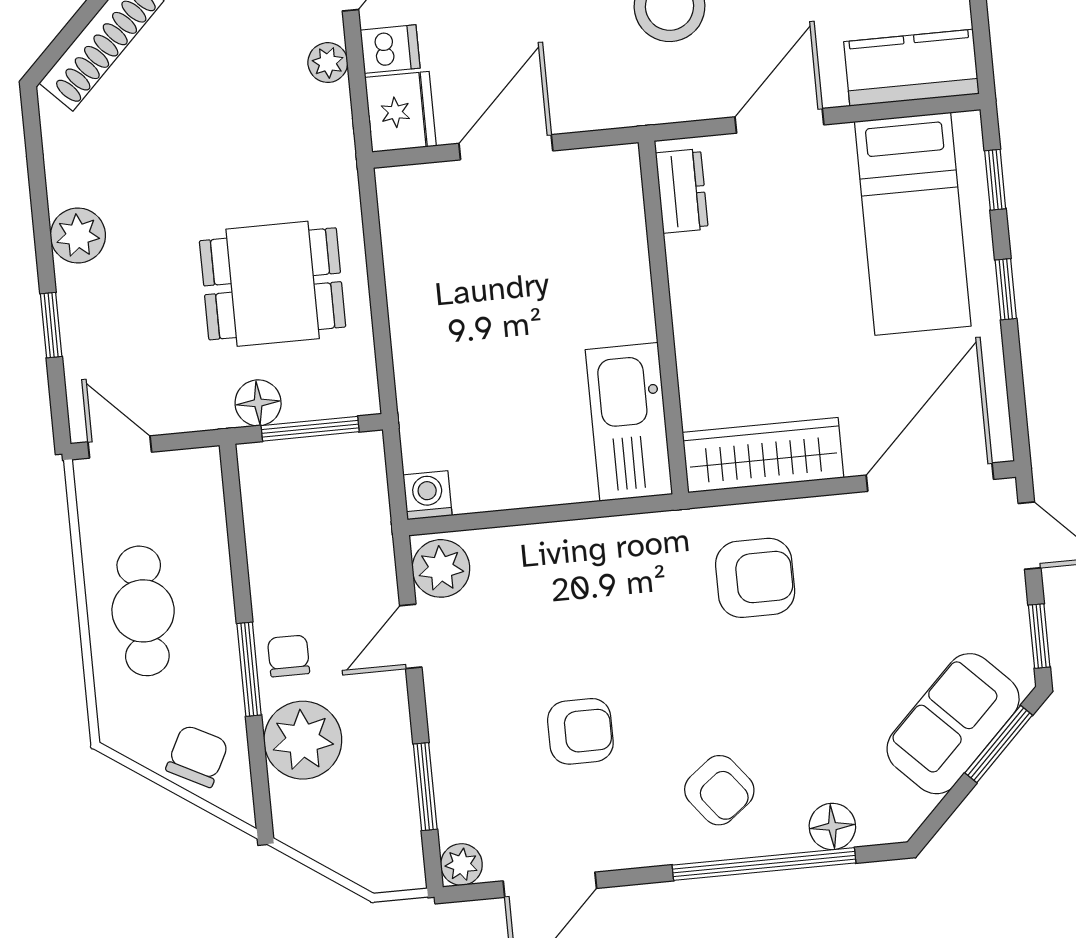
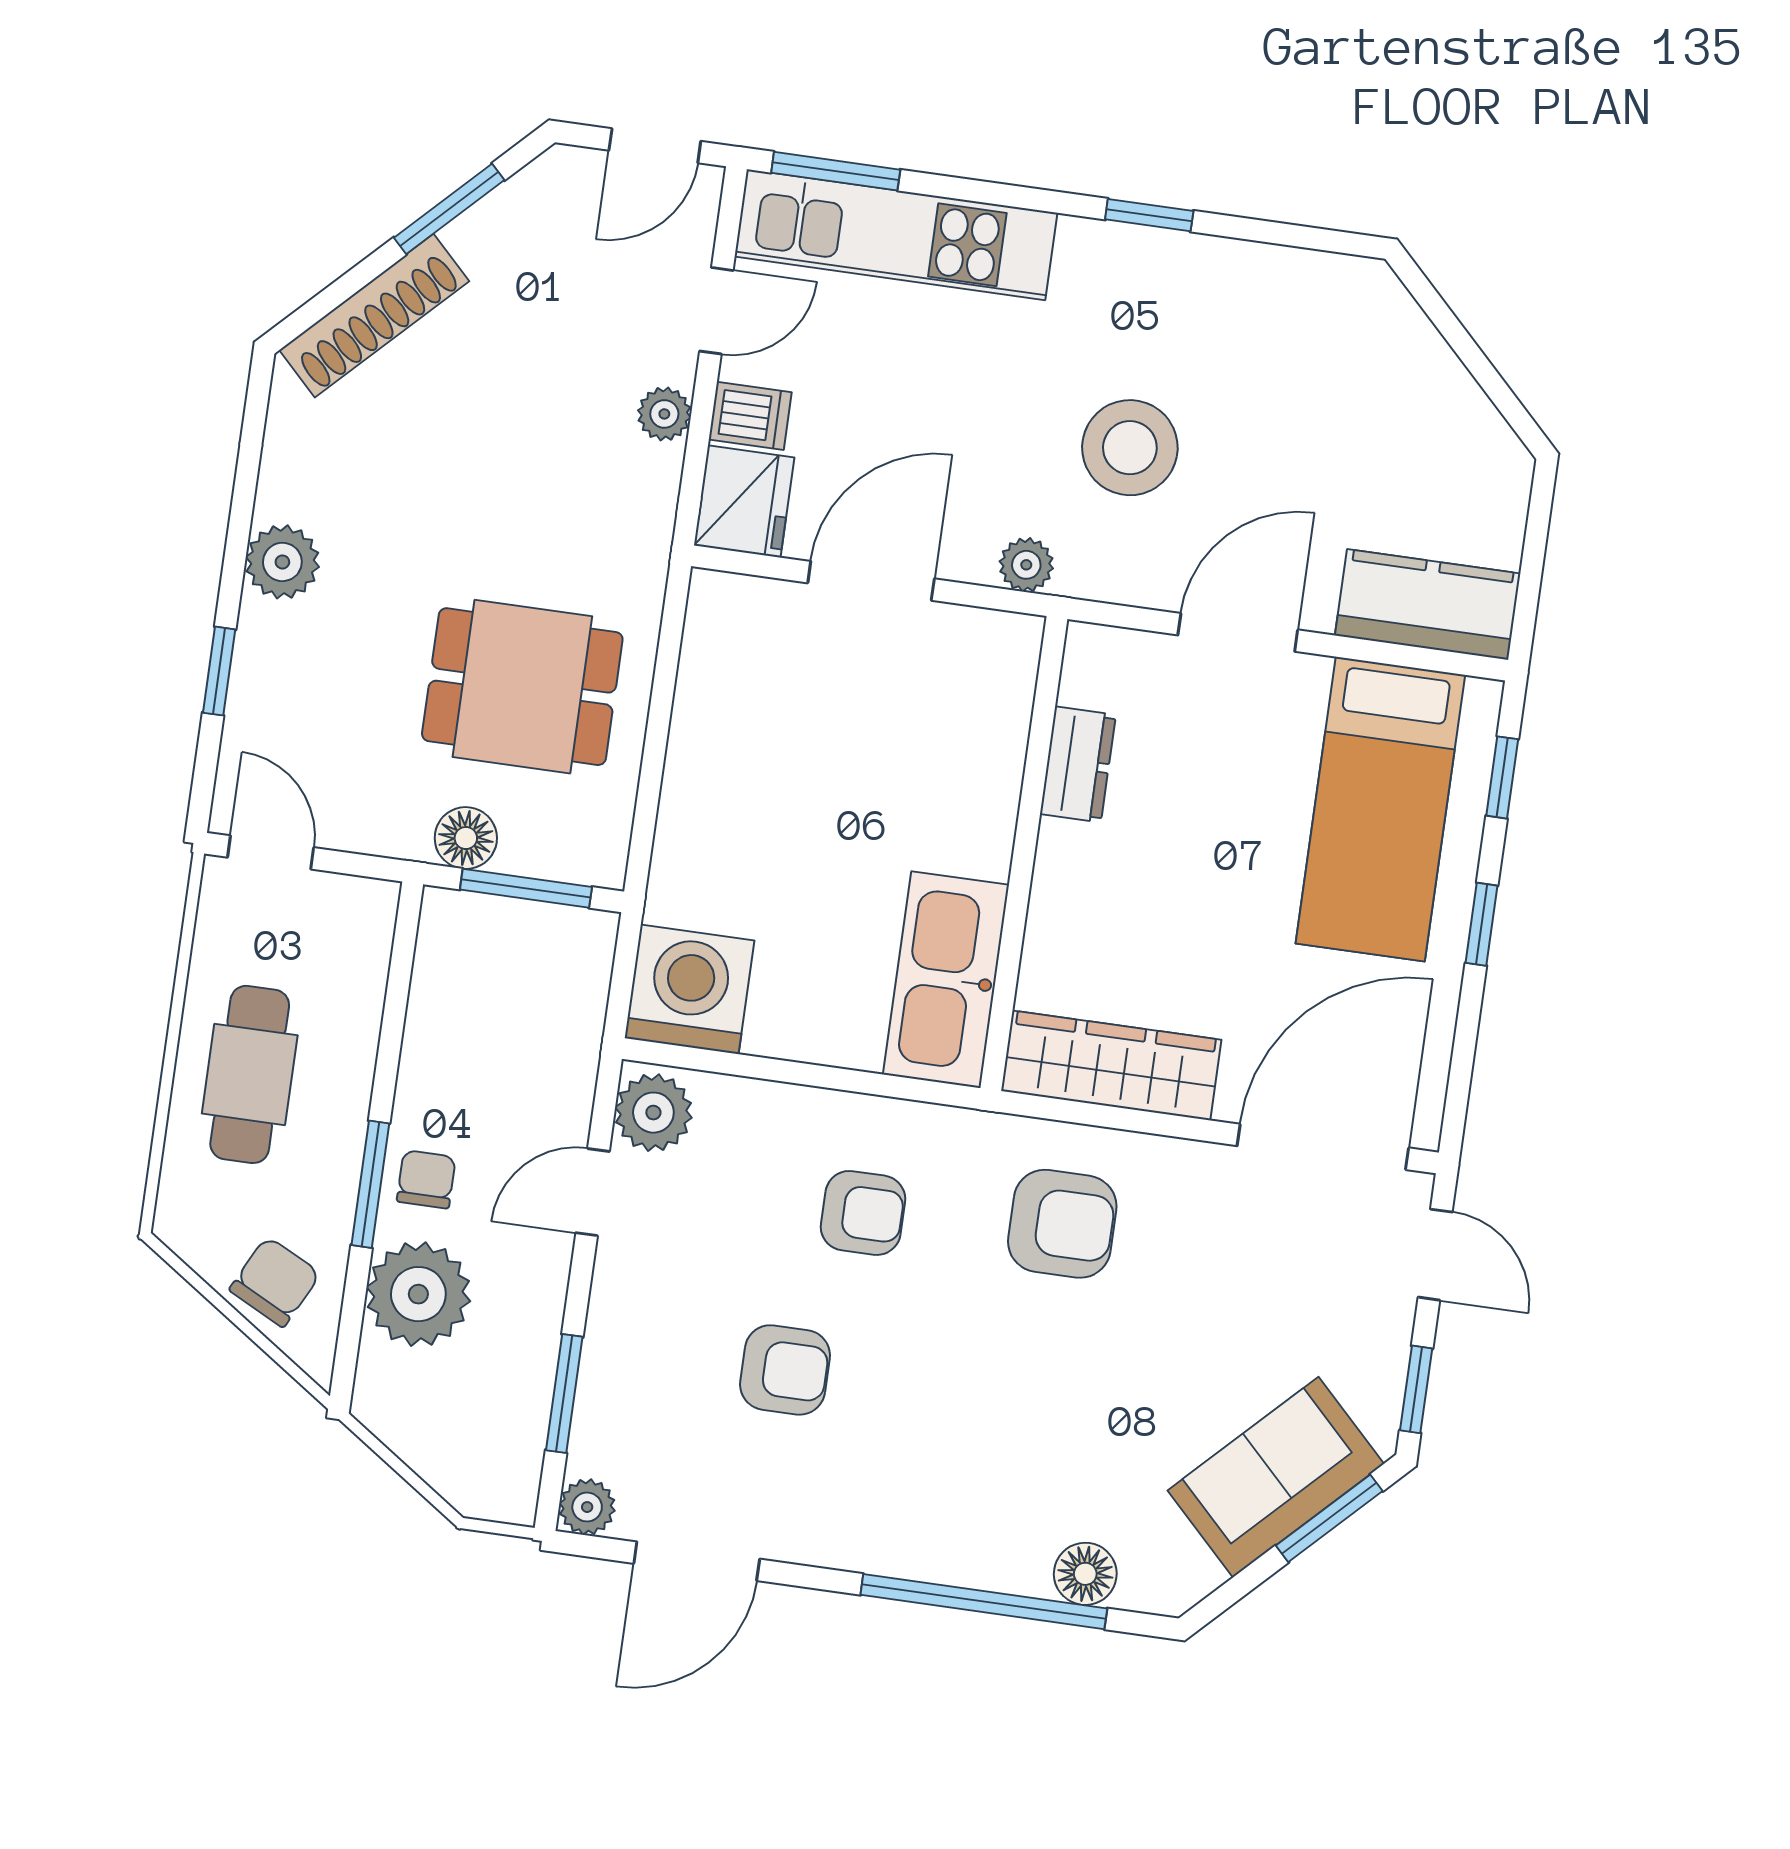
plant: (615, 109) -> (1026, 565), added
dresser: (682, 191) -> (1078, 764), moved
washing machine: (428, 495) -> (689, 989), width x1.89, depth x1.89
armchair: (719, 790) -> (863, 1213), moved, turned -52

